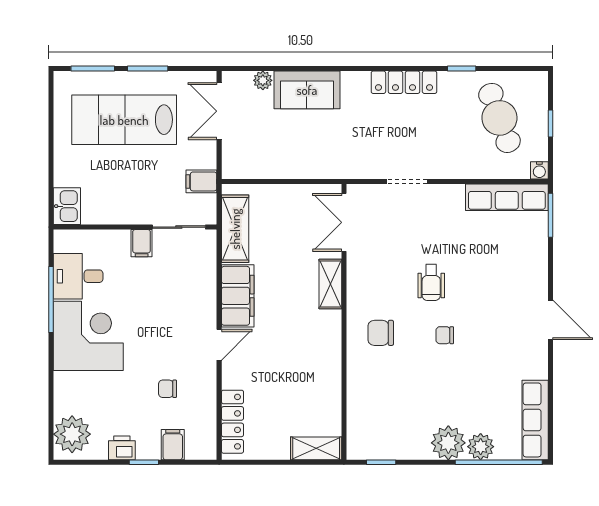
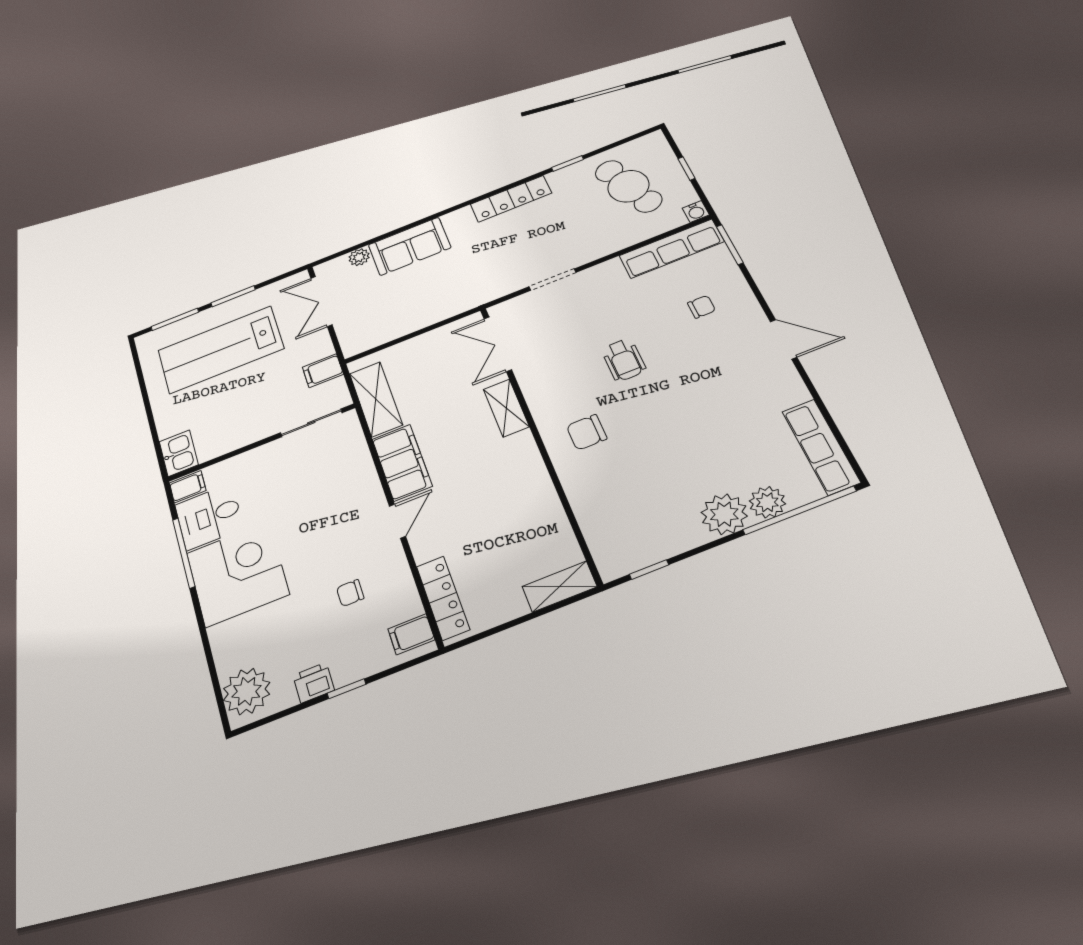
filing cabinet: (142, 243) -> (188, 487), moved, turned -90
chair: (445, 335) -> (701, 307), moved, turned 180
filing cabinet: (173, 445) -> (411, 634), moved, turned -90

